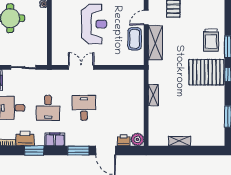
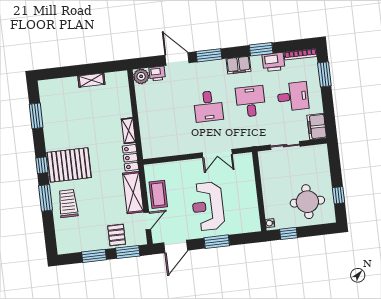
locker: (154, 72) -> (130, 158), added

